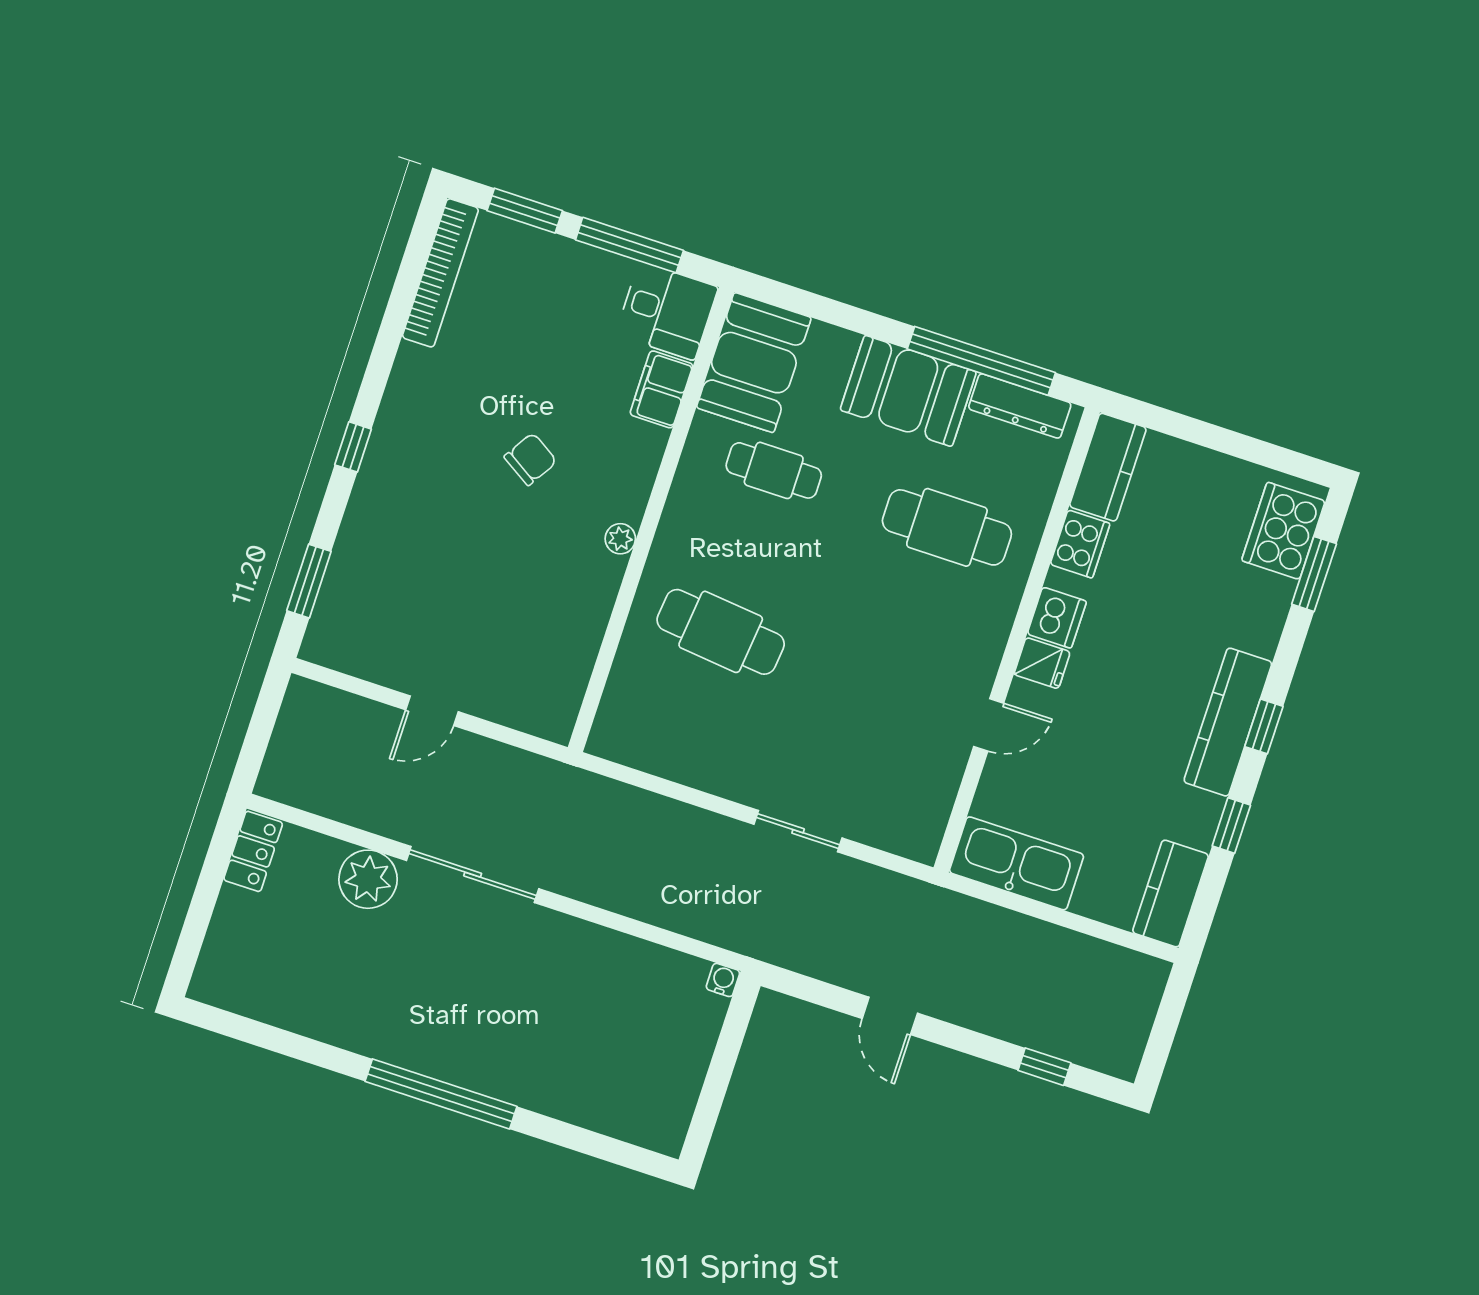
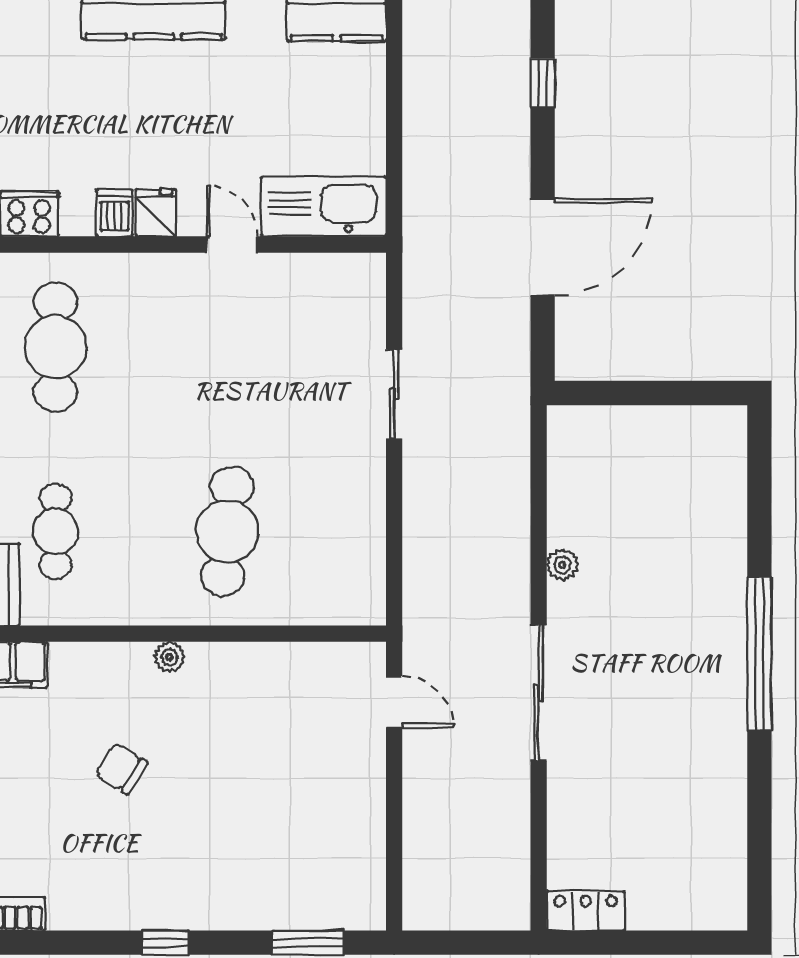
dishwasher: (1057, 618) -> (114, 213), width x0.73
door: (432, 711) -> (394, 702), moved
kitchen sink: (1017, 863) -> (324, 206), moved, turned 90
plant: (368, 879) -> (562, 565), moved, width x0.53, depth x0.53
water cooler: (723, 980) -> (561, 419), removed
door: (890, 1016) -> (543, 248), width x1.87

